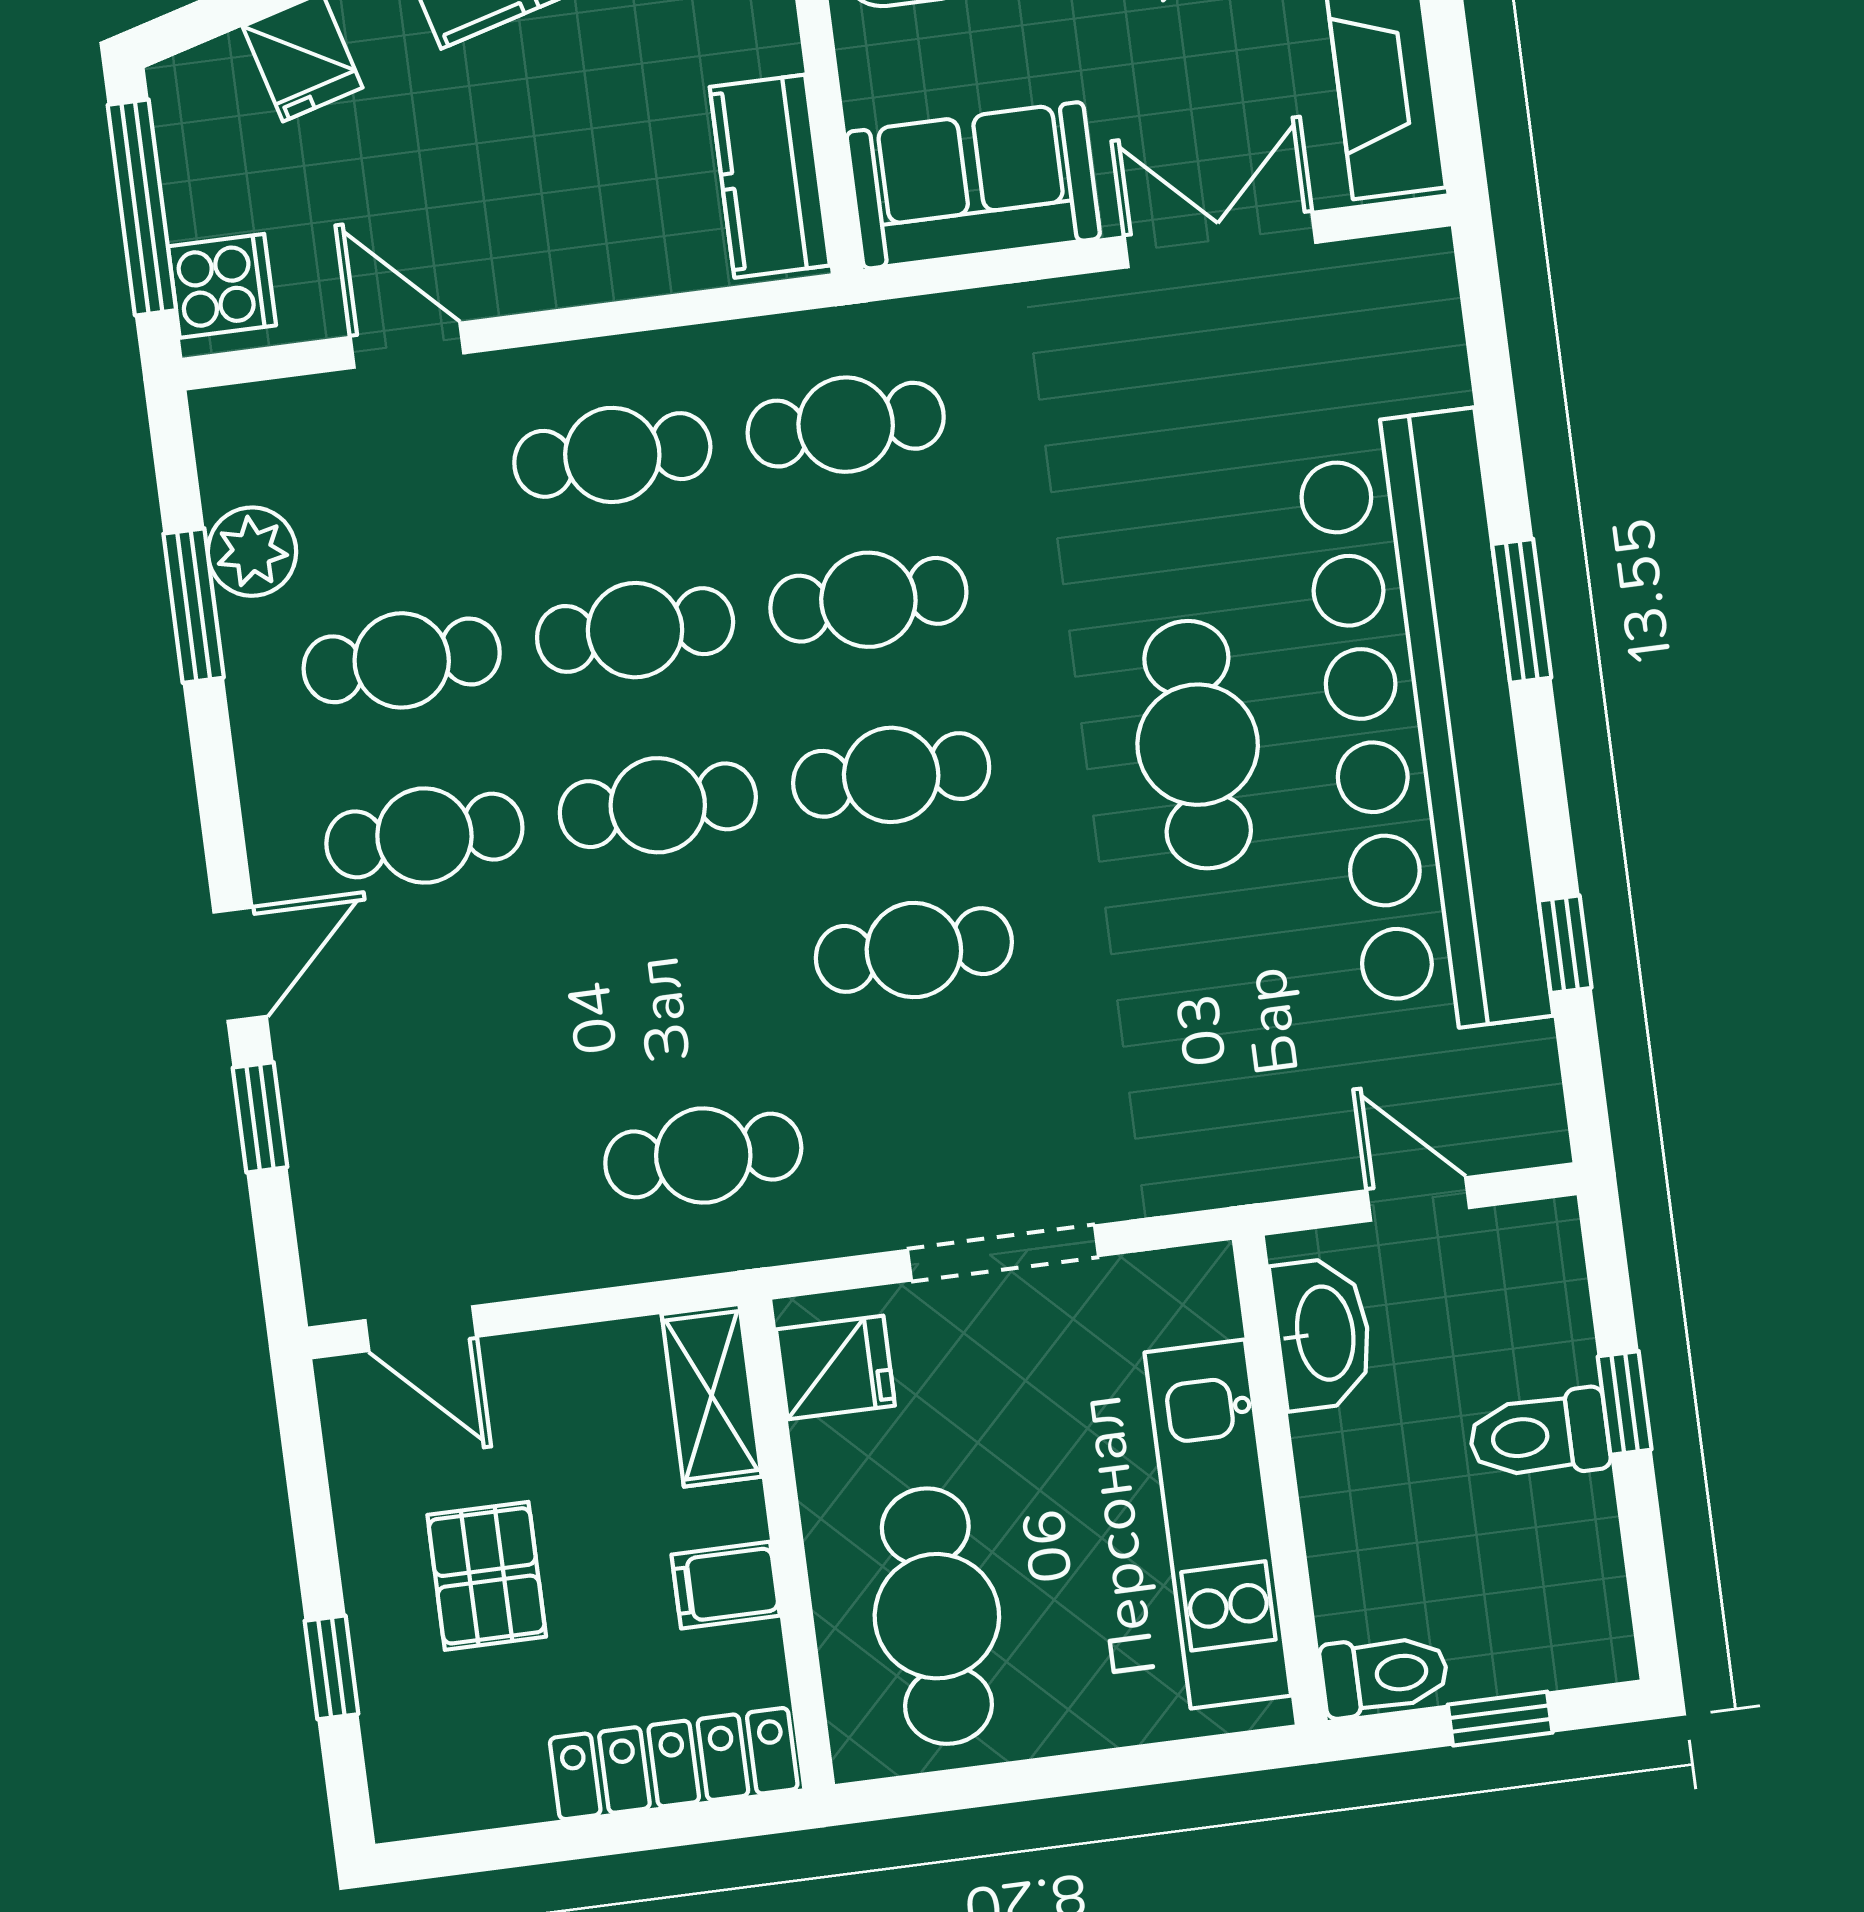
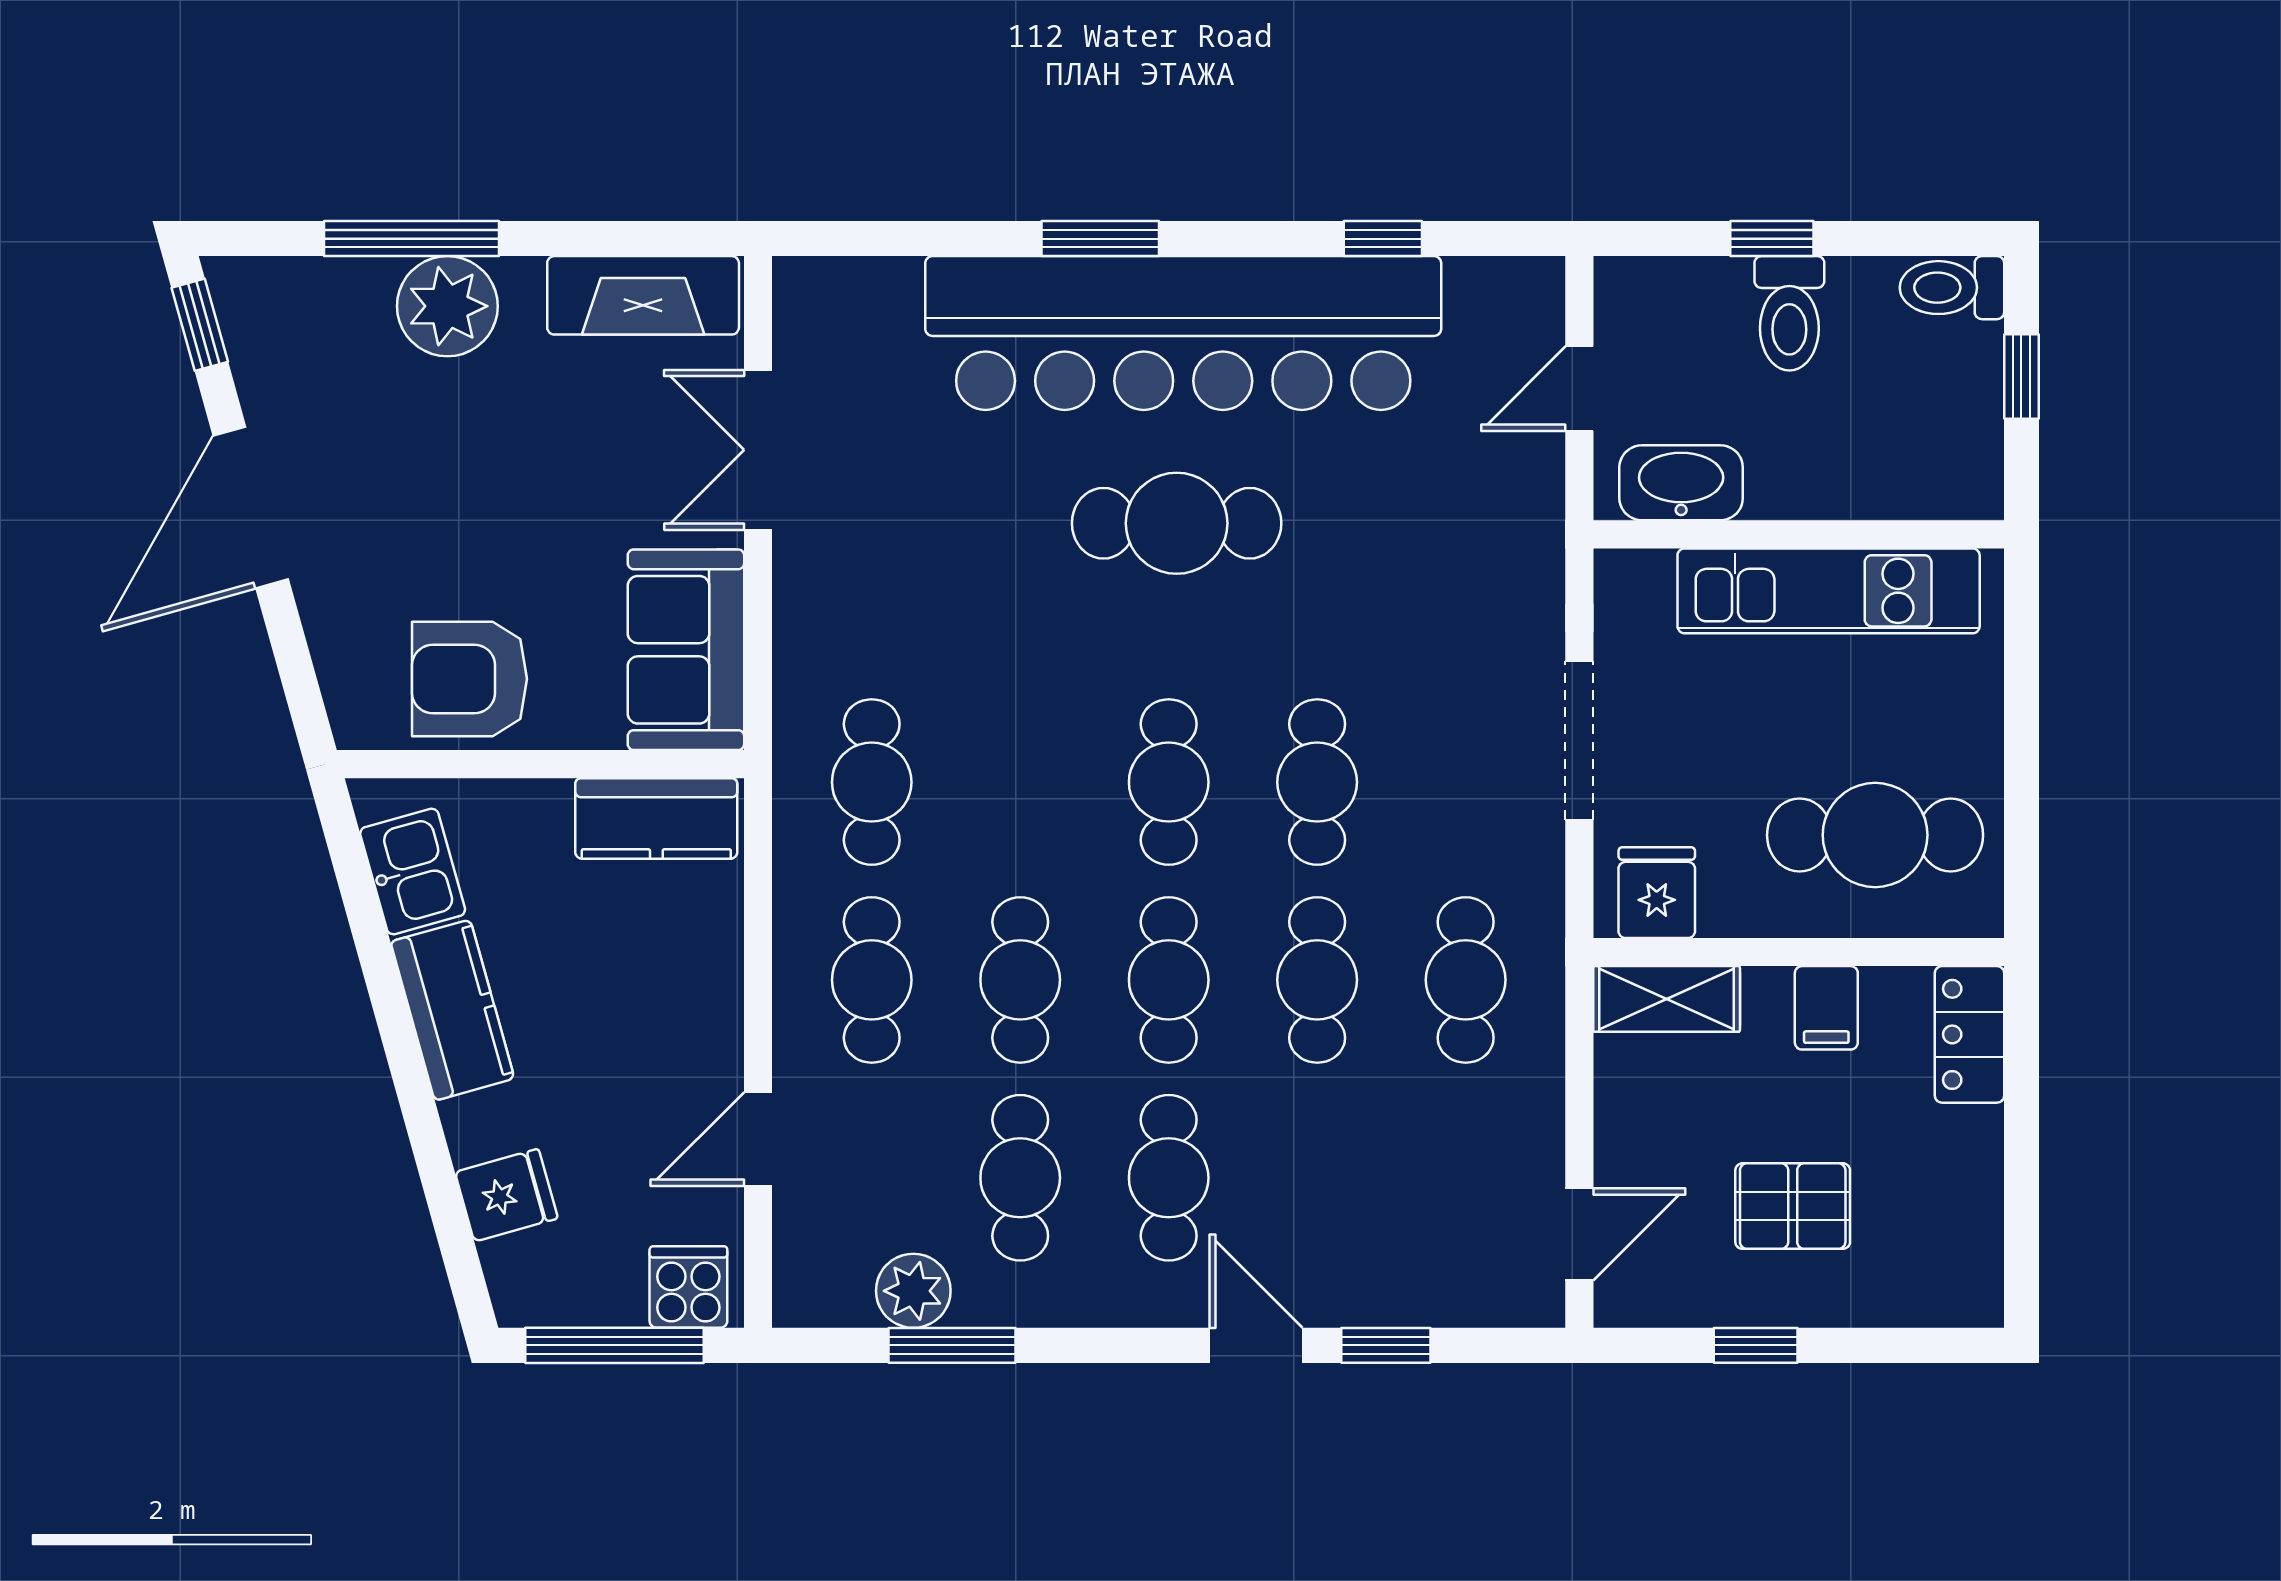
cafe table: (868, 600) -> (1317, 980), moved
window: (331, 1667) -> (1756, 1345), moved
toilet: (1384, 1675) -> (1952, 288), moved, turned -90
locker: (674, 1764) -> (1969, 1034), width x0.66

